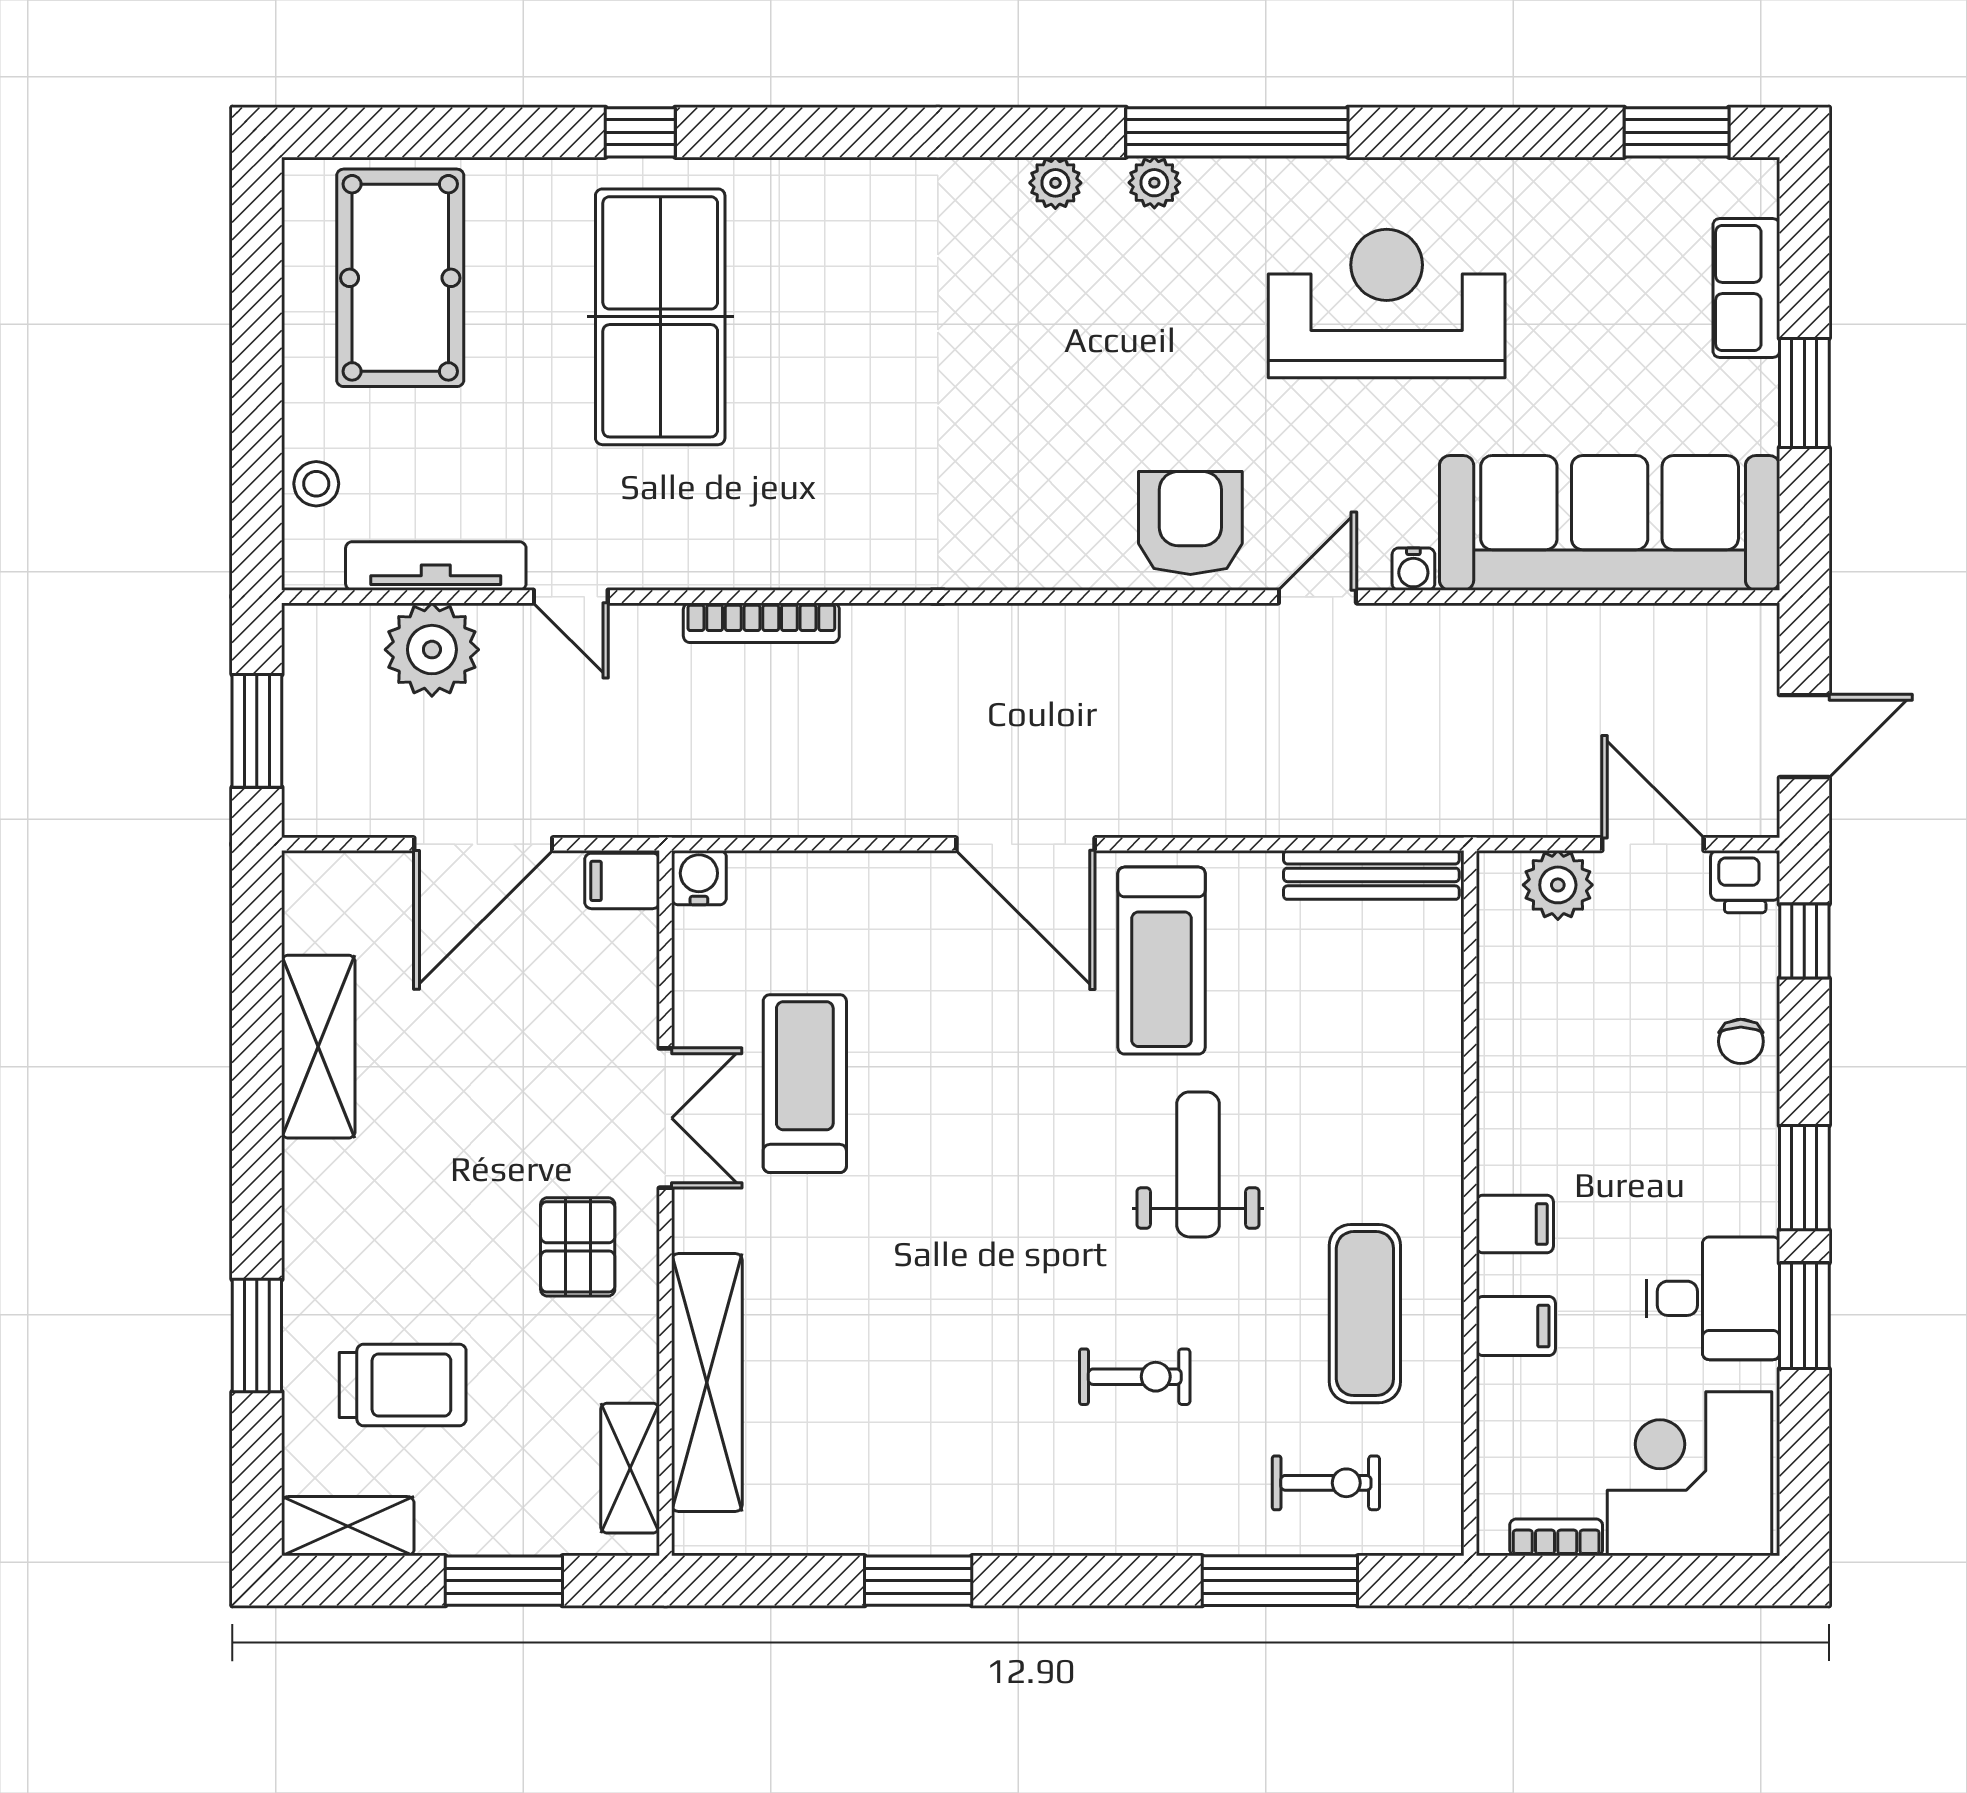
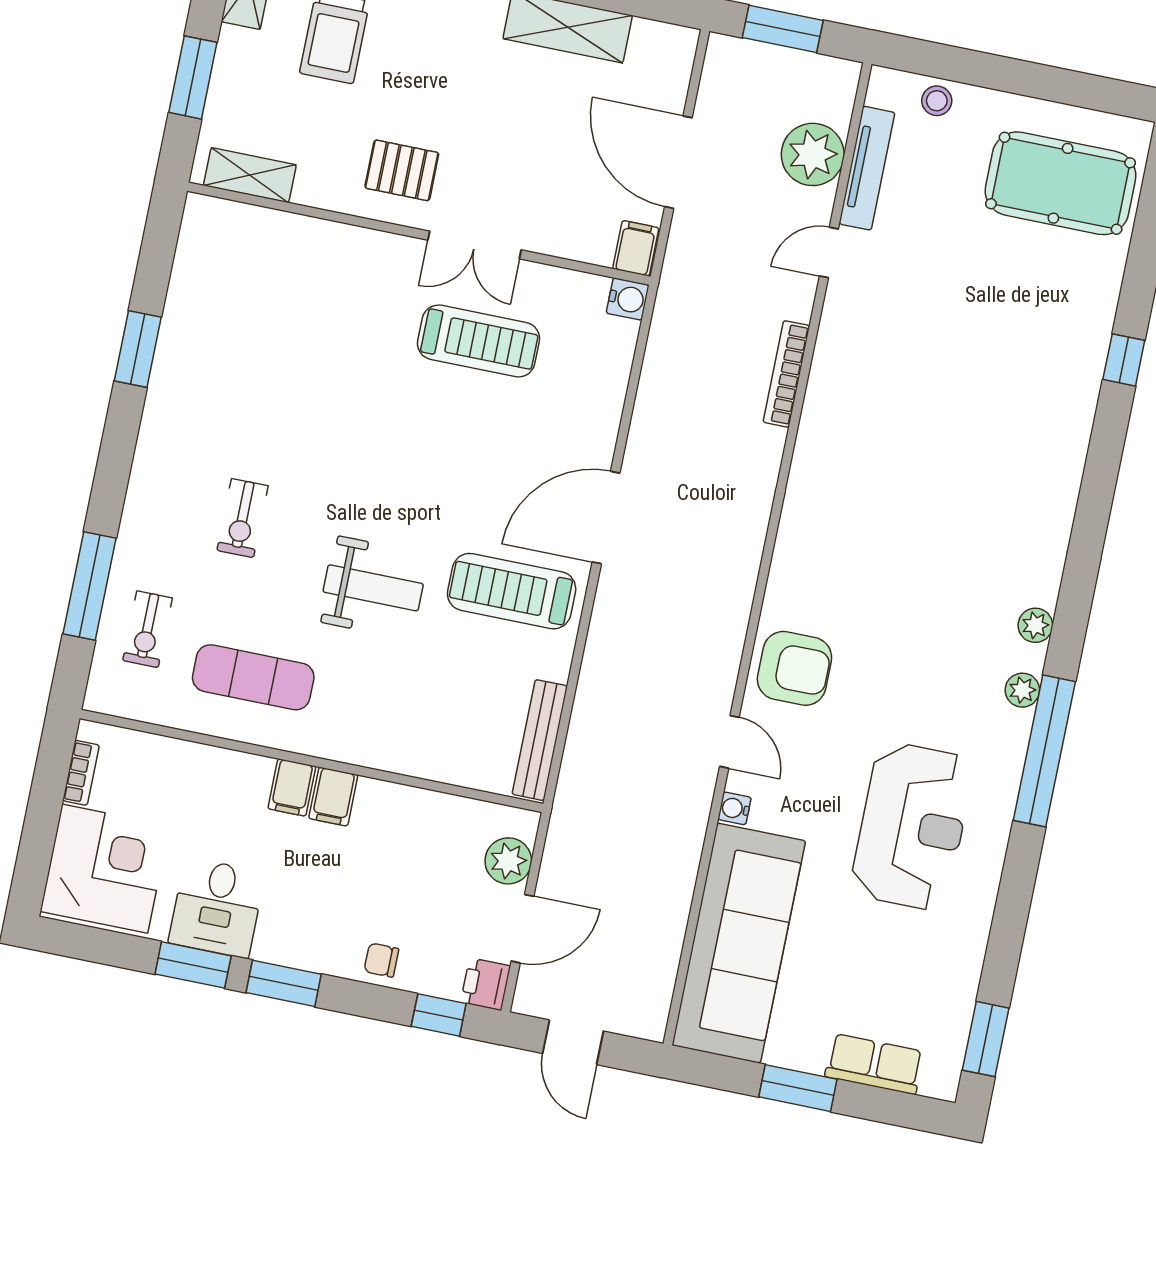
table tennis table: (660, 317) -> (1000, 348), removed
filing cabinet: (1516, 1326) -> (333, 797), moved
shelving: (707, 1382) -> (296, 237), removed

